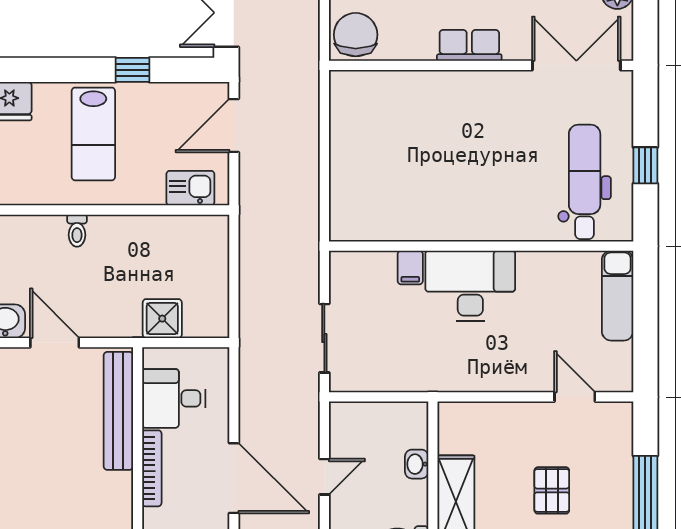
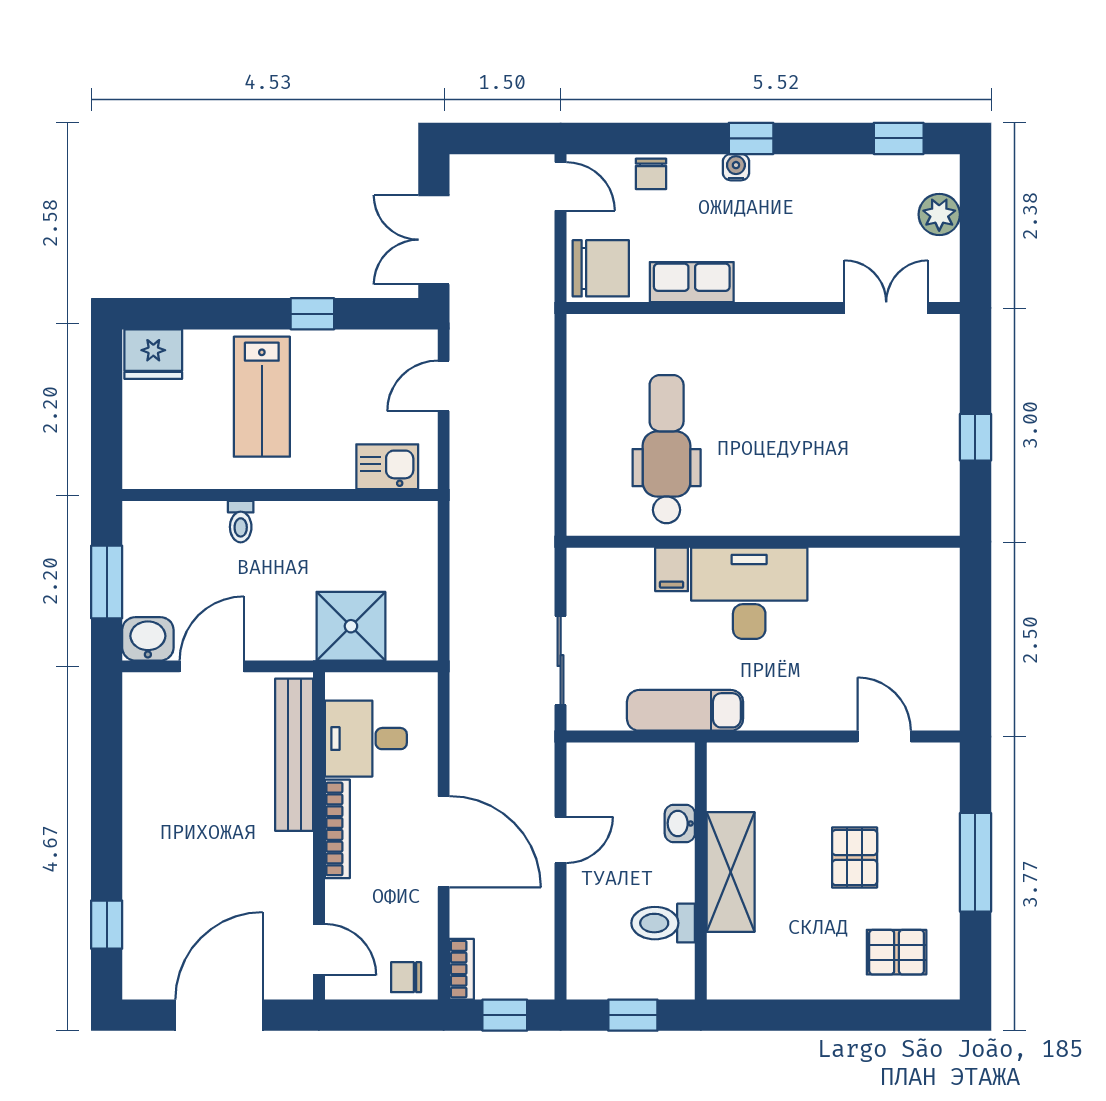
chair: (356, 35) -> (601, 268), turned 90
row of seats: (469, 45) -> (692, 282), moved
double door: (576, 65) -> (886, 308), width x0.73
door: (234, 126) -> (444, 386), width x0.73
dental chair: (585, 182) -> (667, 449), moved
exam couch: (618, 296) -> (685, 710), moved, turned 90
shower: (162, 319) -> (351, 626), width x1.36, depth x1.36
door: (55, 343) -> (212, 666), hinge flipped

